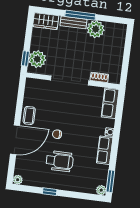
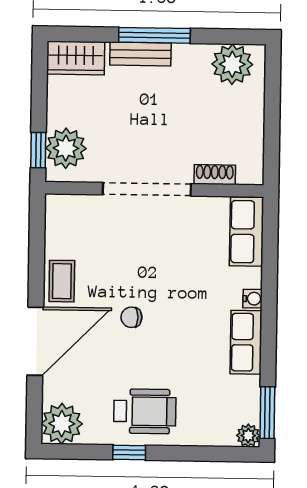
plant: (96, 29) -> (232, 64), moved
wheelchair: (60, 161) -> (145, 411), moved
plant: (18, 180) -> (62, 424), width x1.88, depth x1.88

